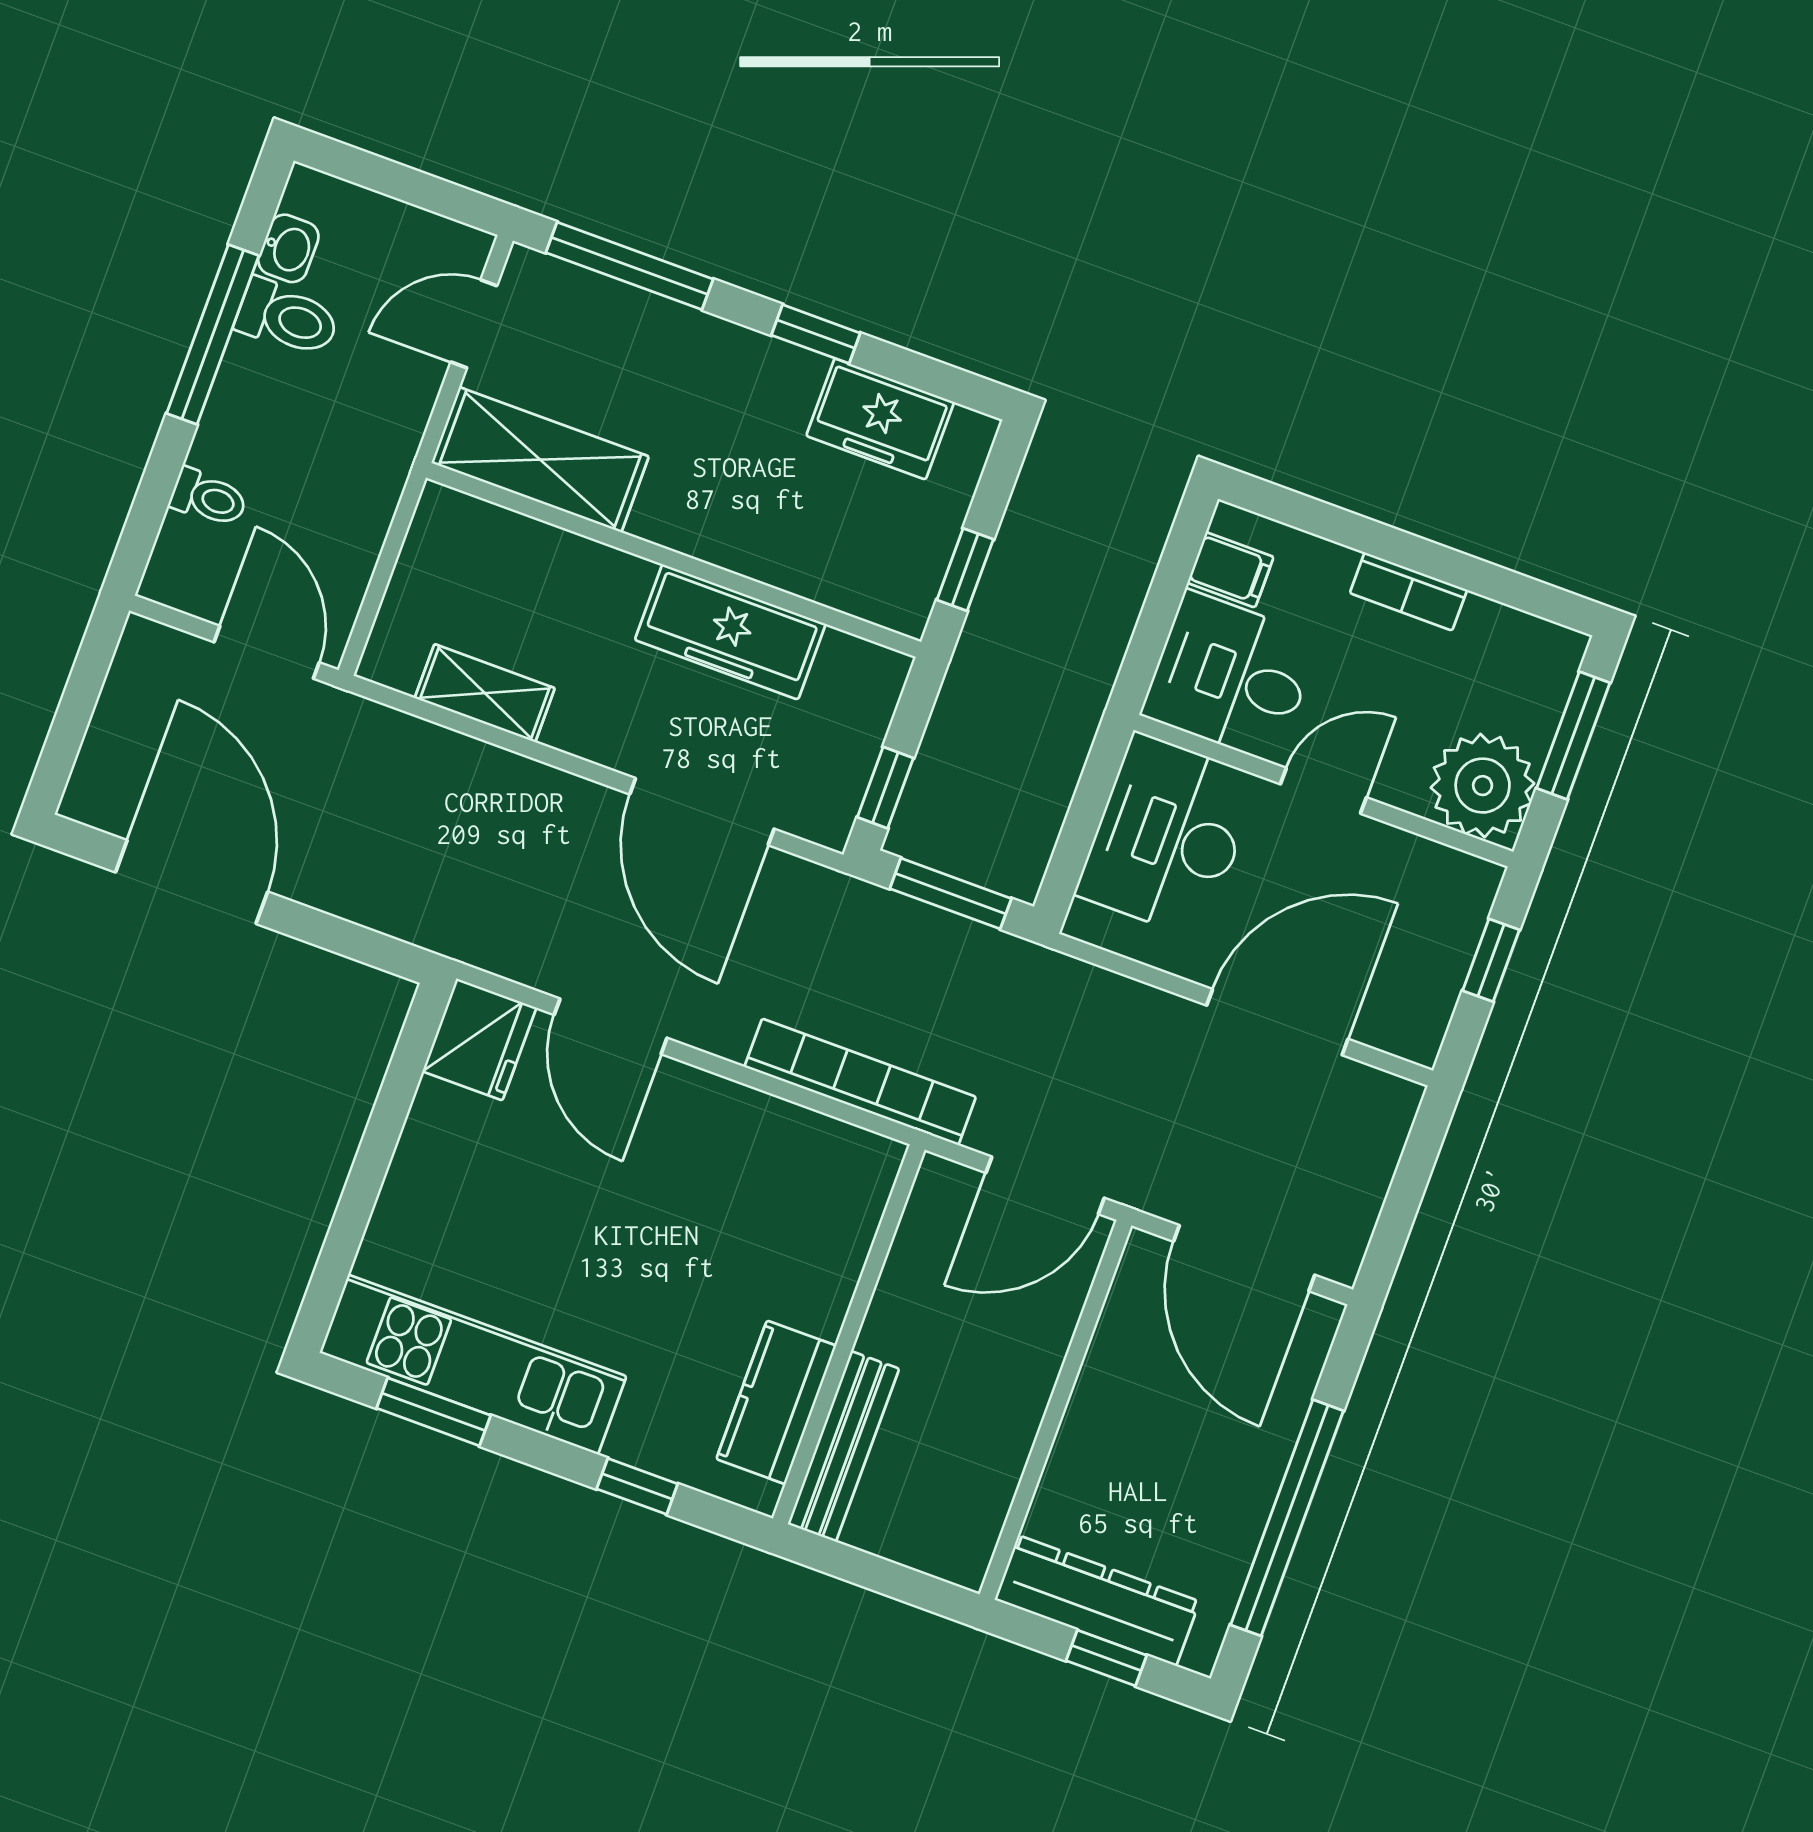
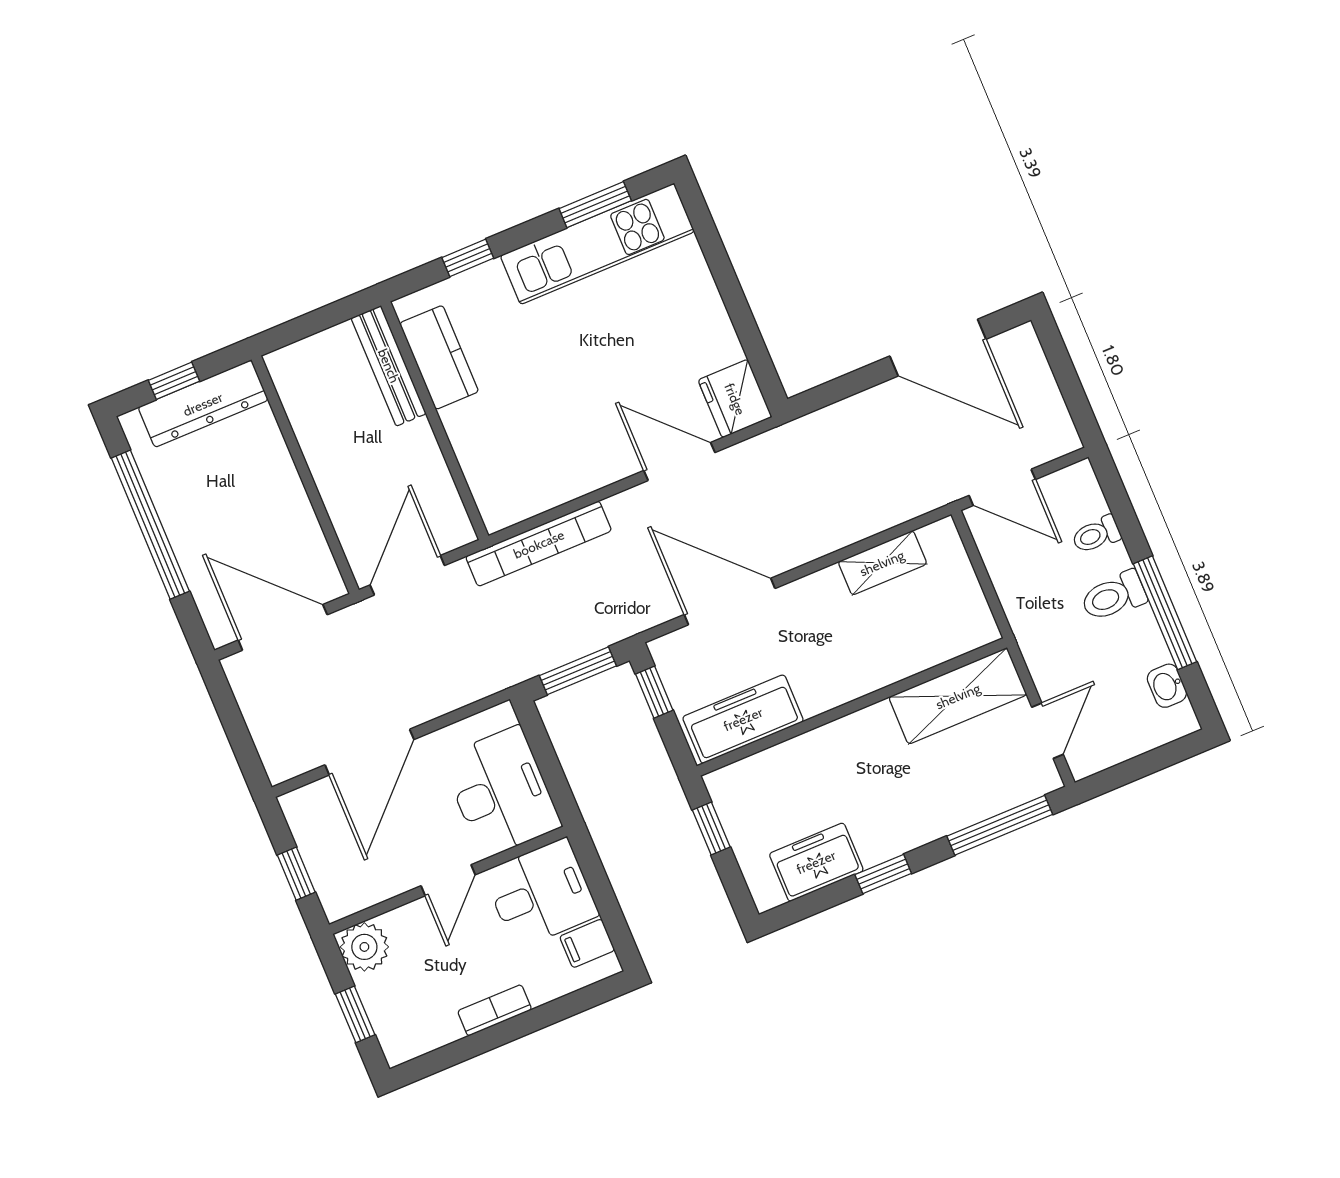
toilet: (287, 318) -> (1114, 596), moved
freezer: (730, 632) -> (743, 719), moved
window: (1573, 736) -> (355, 1014), width x0.67
plant: (1483, 786) -> (364, 947), width x0.73, depth x0.73

